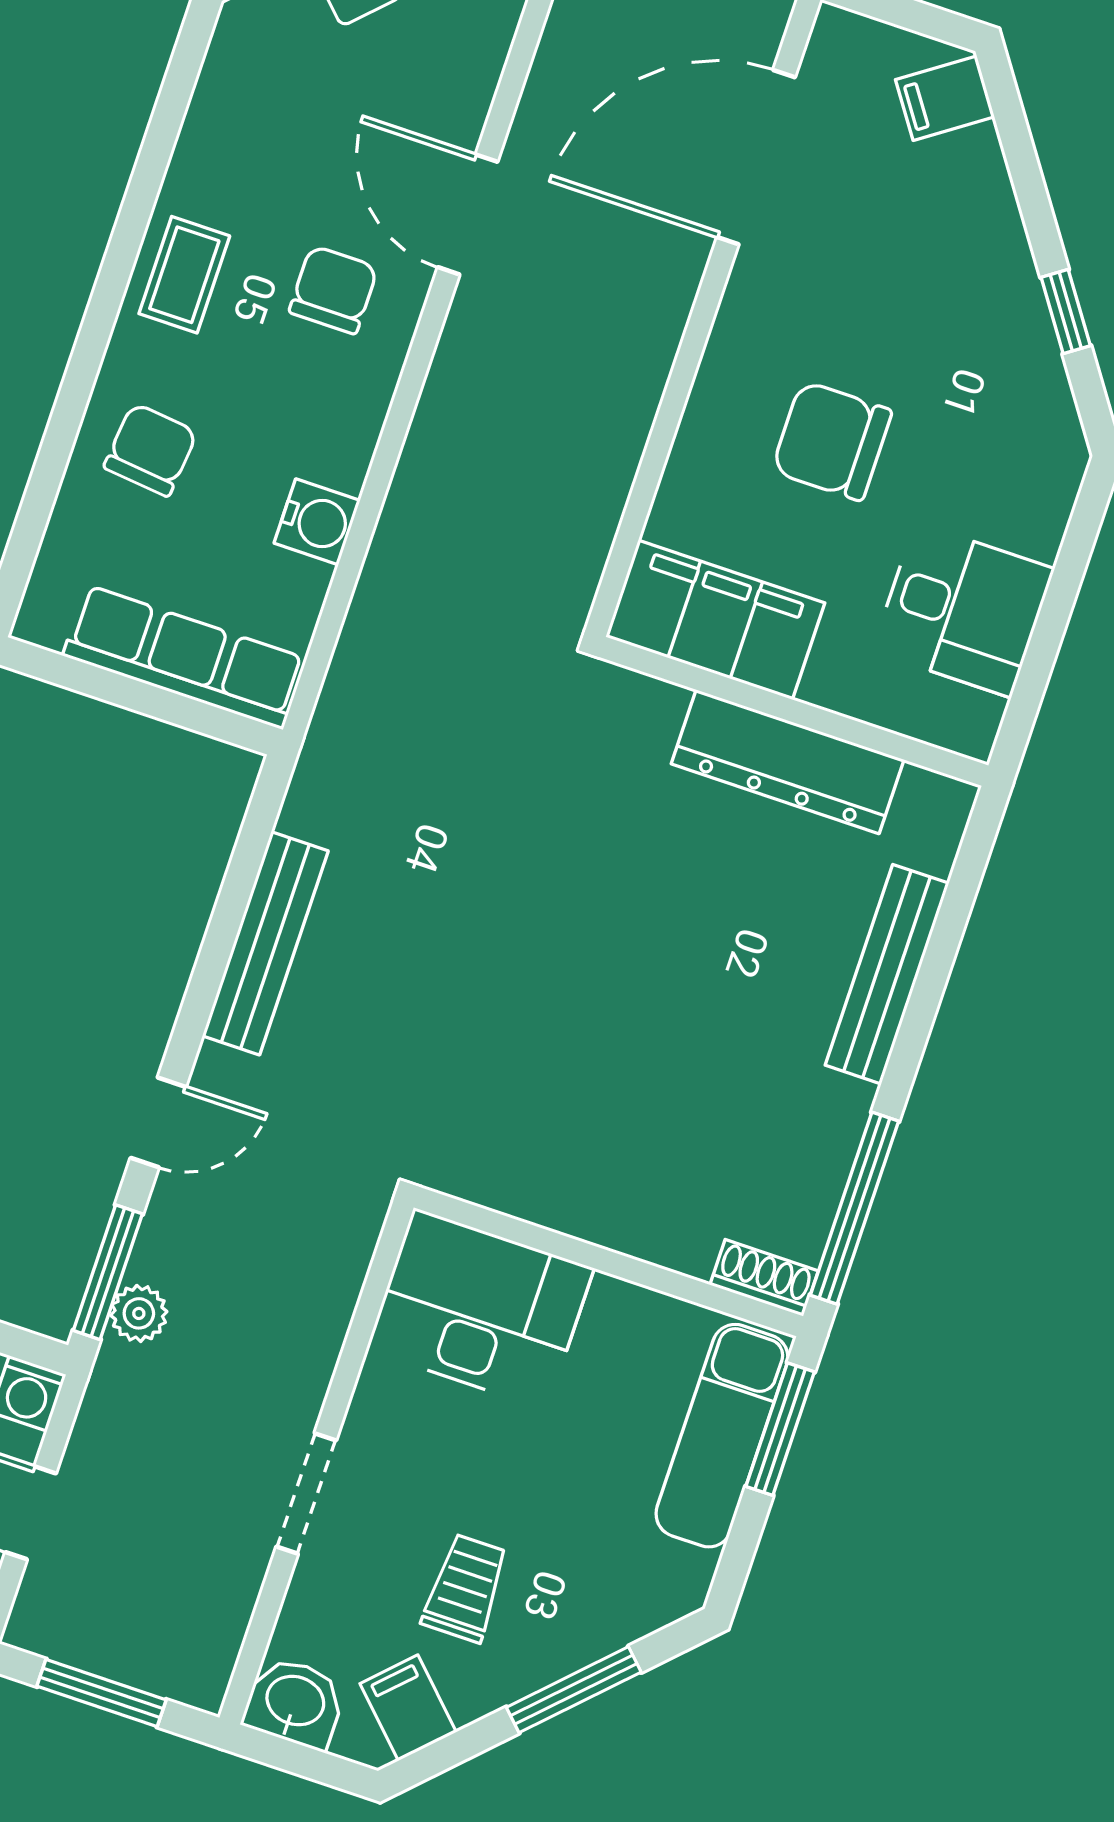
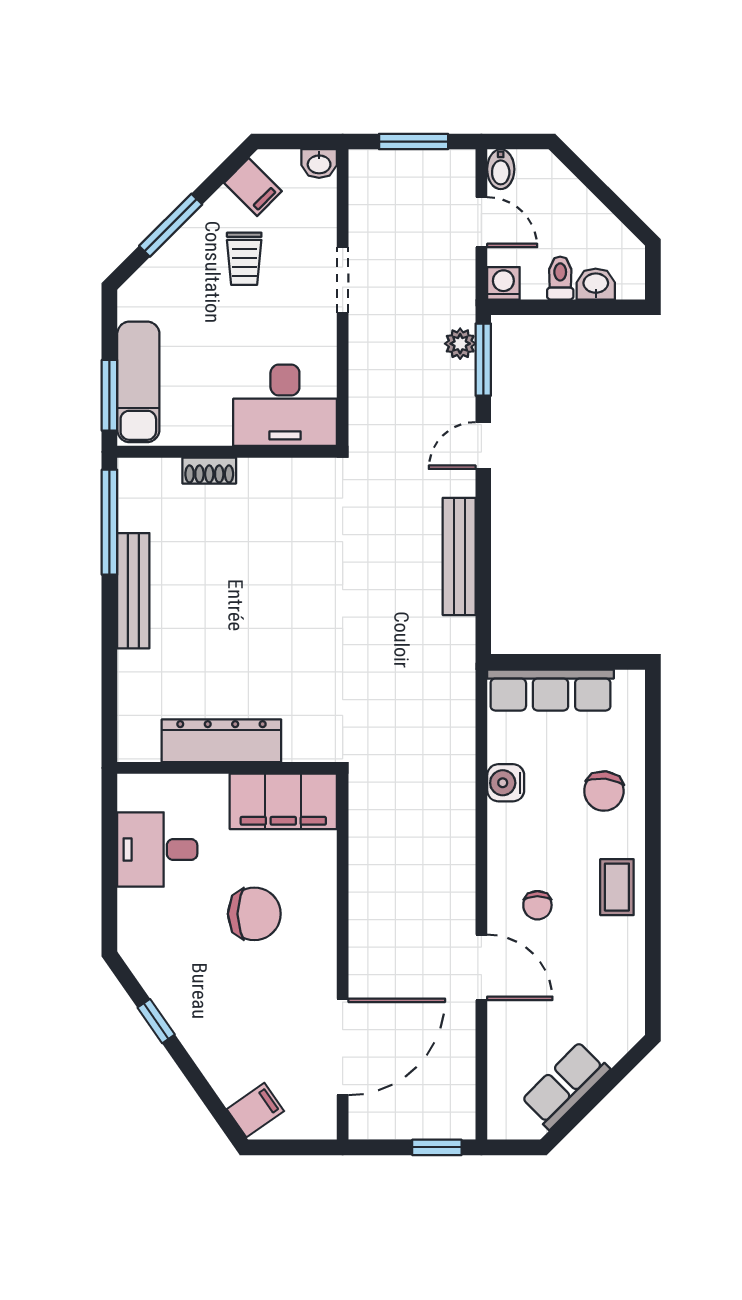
chair: (333, 290) -> (537, 905), width x0.73, depth x0.73
bench: (887, 974) -> (133, 591), moved
shoe rack: (764, 1278) -> (209, 471), moved
washbasin: (295, 1703) -> (319, 164), width x0.72, depth x0.69

